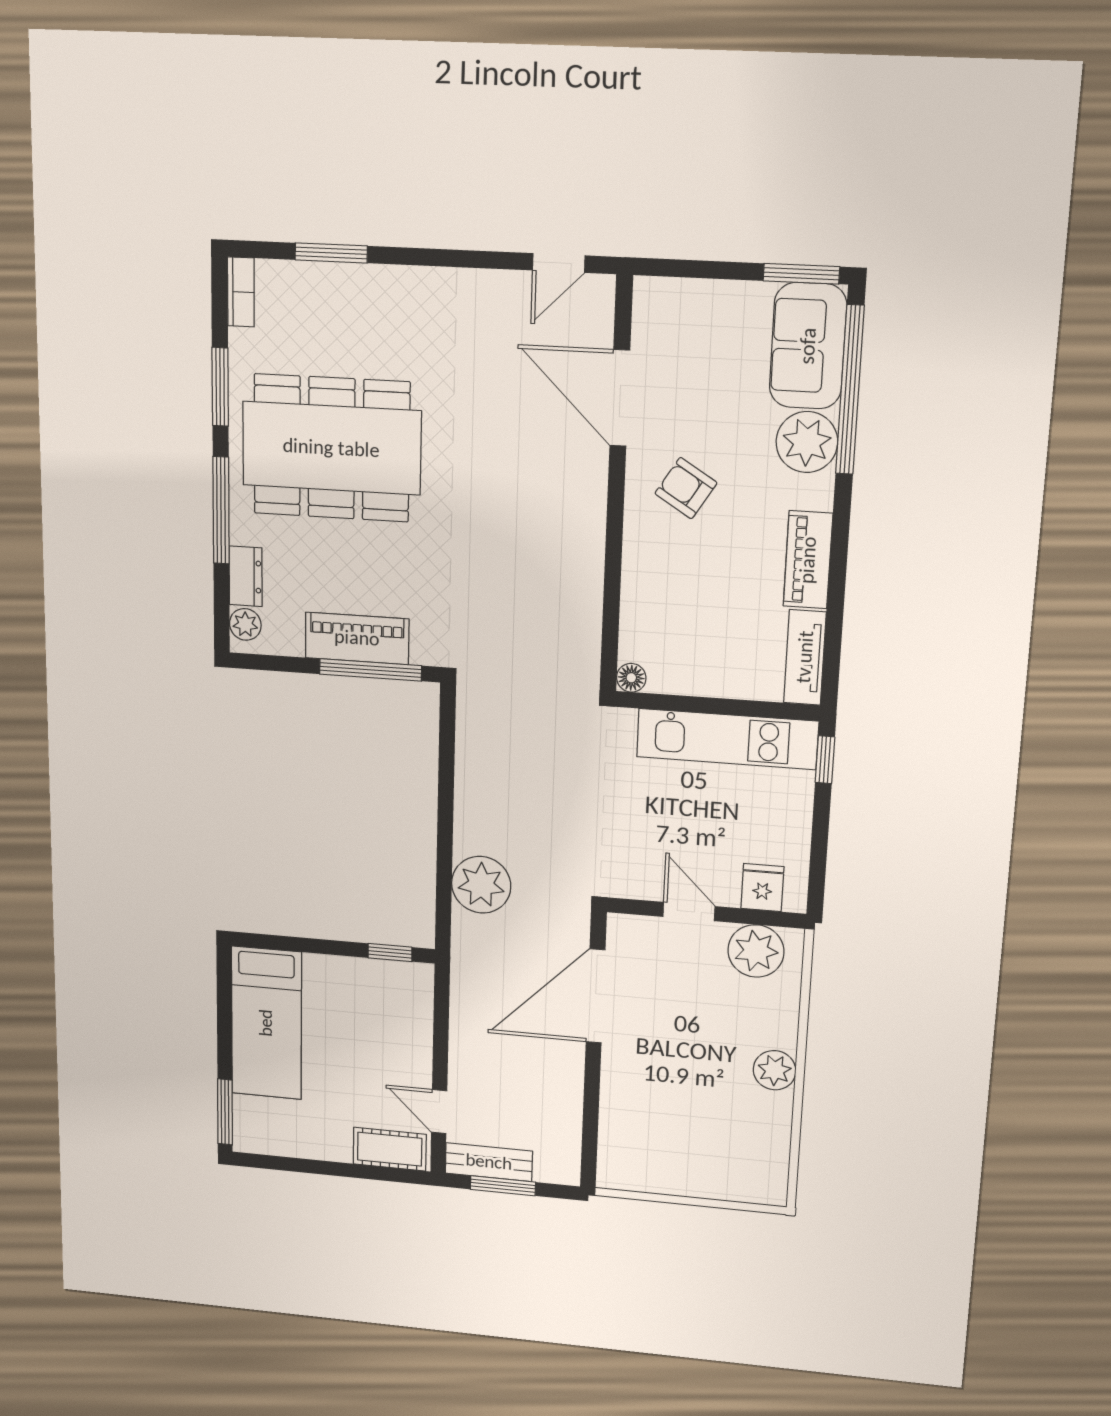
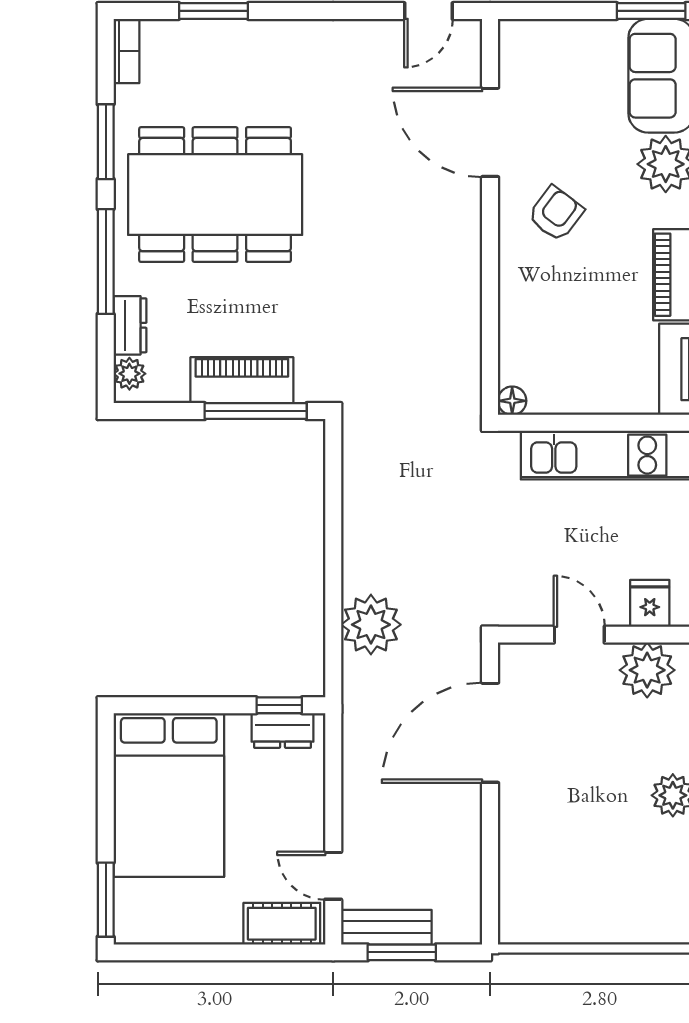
armchair: (686, 488) -> (556, 214), turned 95
dresser: (393, 976) -> (282, 730), added
bed: (266, 1023) -> (169, 795), width x1.50

